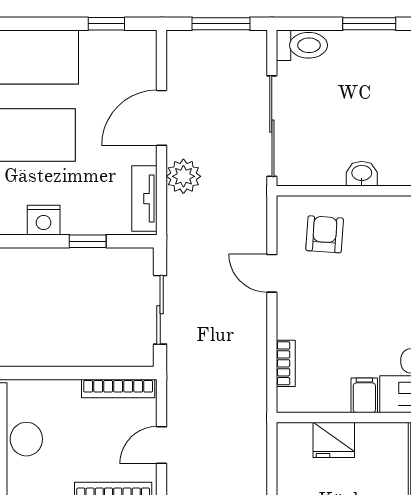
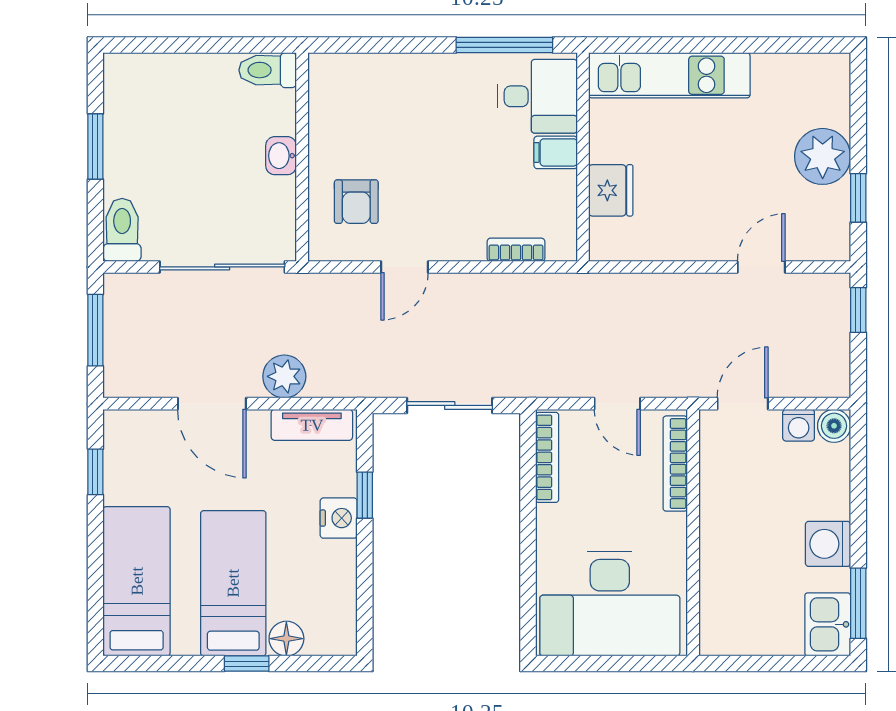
nightstand: (44, 220) -> (339, 518), moved
armchair: (325, 234) -> (356, 202), turned -94

